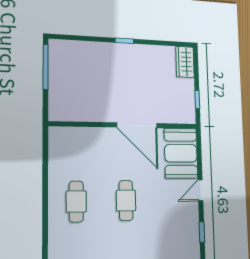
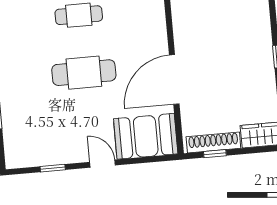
shoe rack: (189, 100) -> (213, 143), added
cafe table: (126, 201) -> (84, 73), width x1.37, depth x1.35

